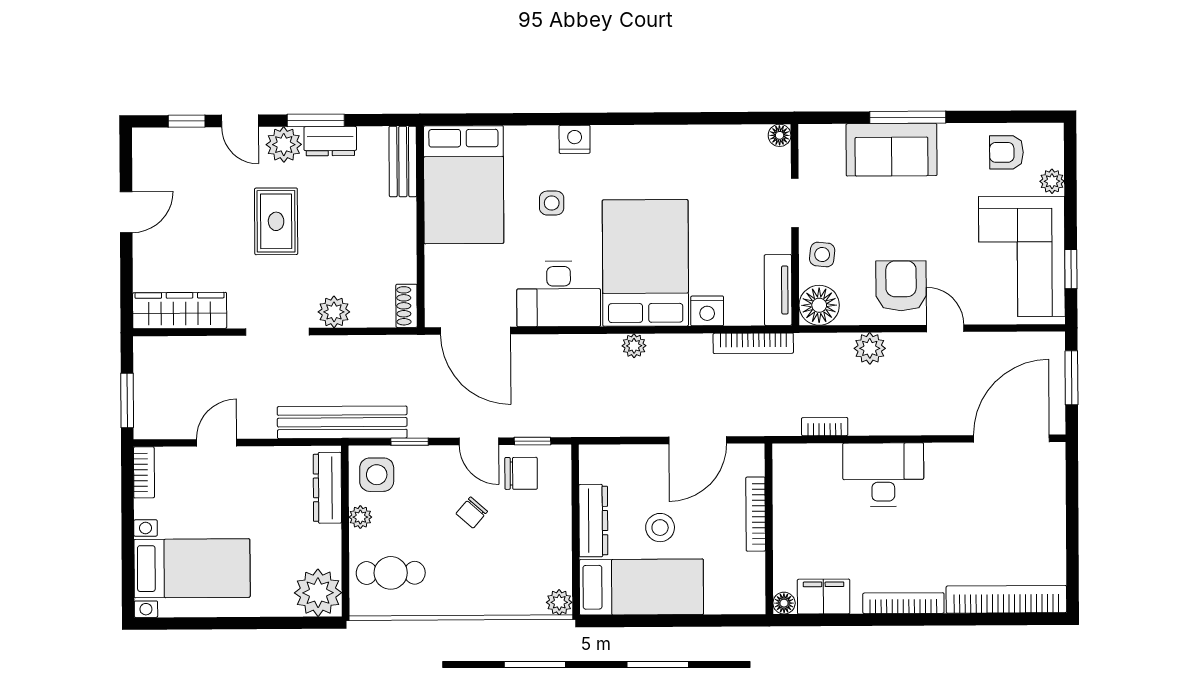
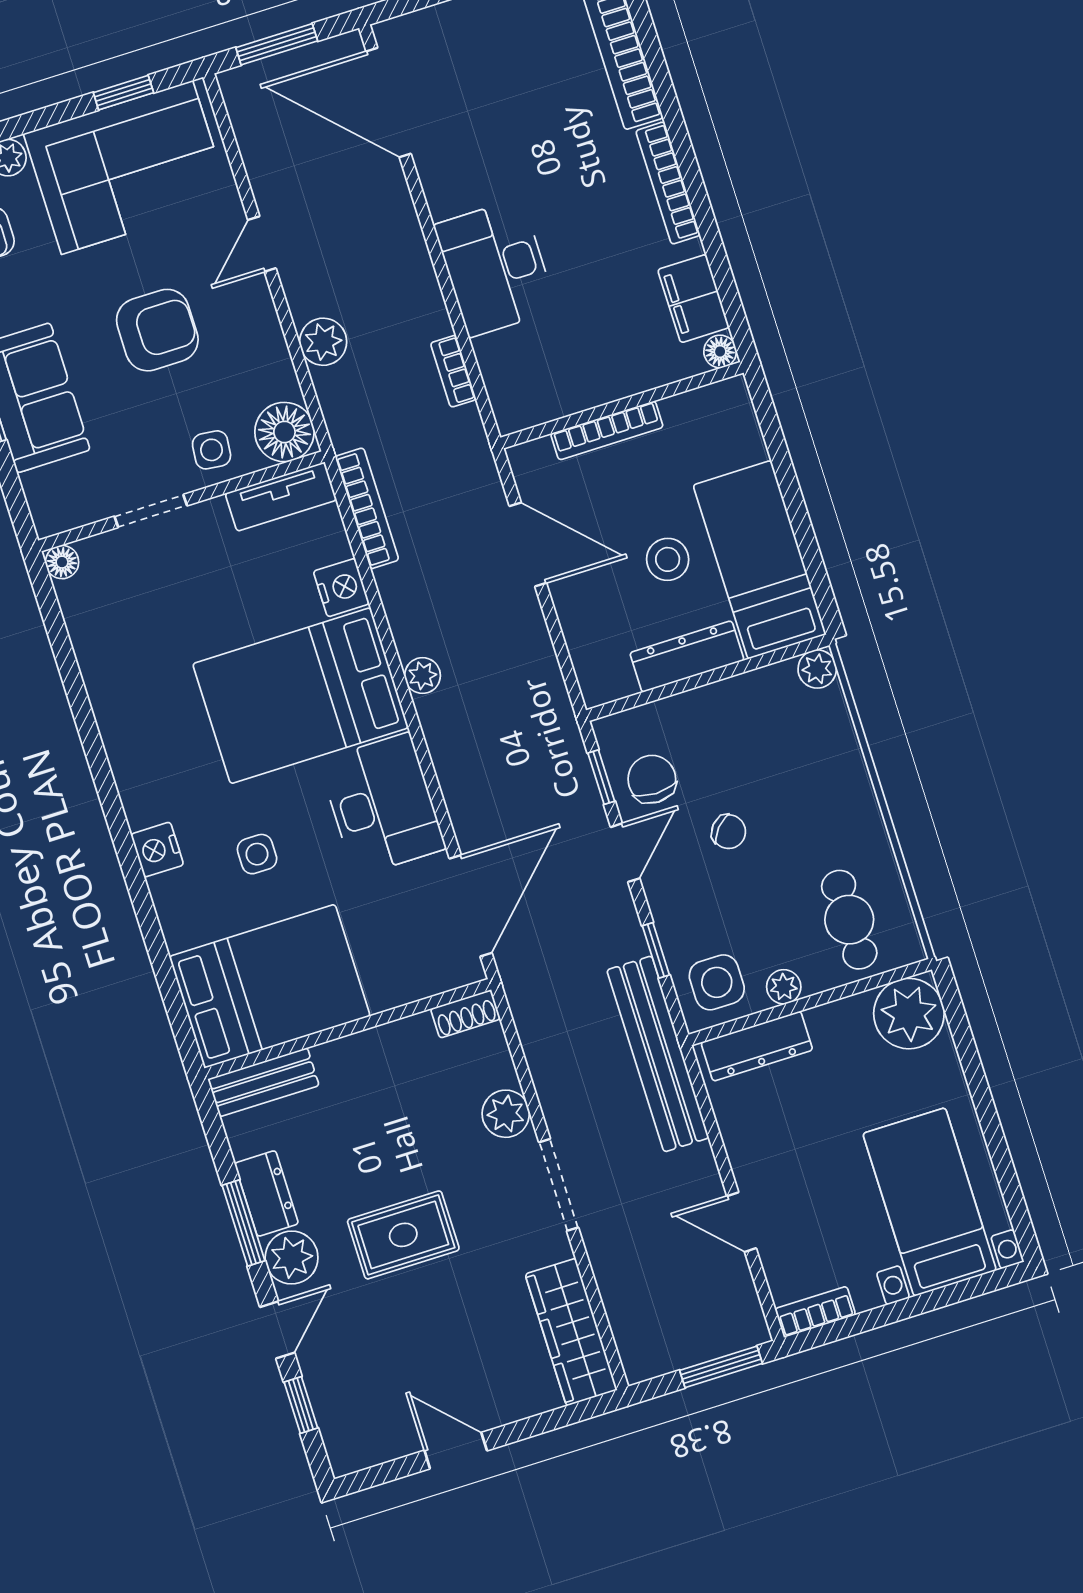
armchair: (901, 286) -> (157, 330), moved, turned 180

